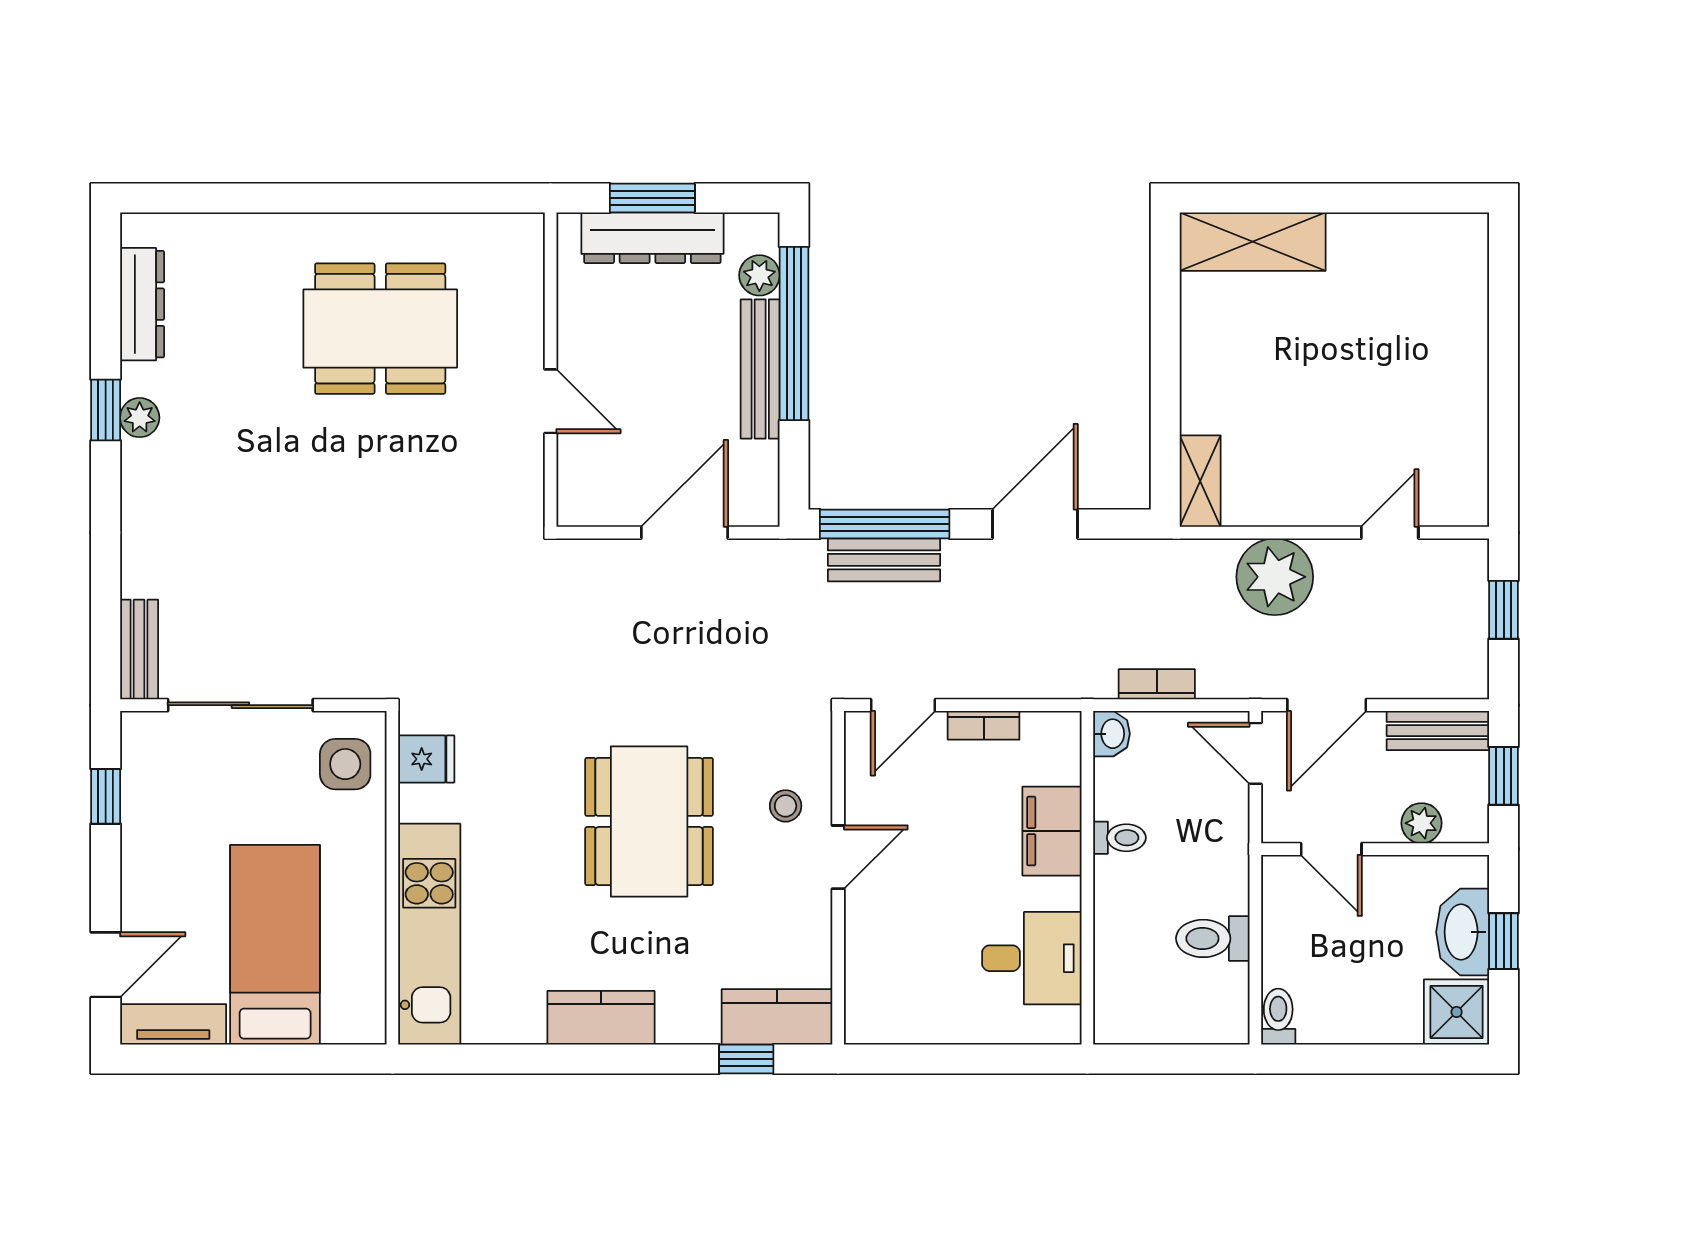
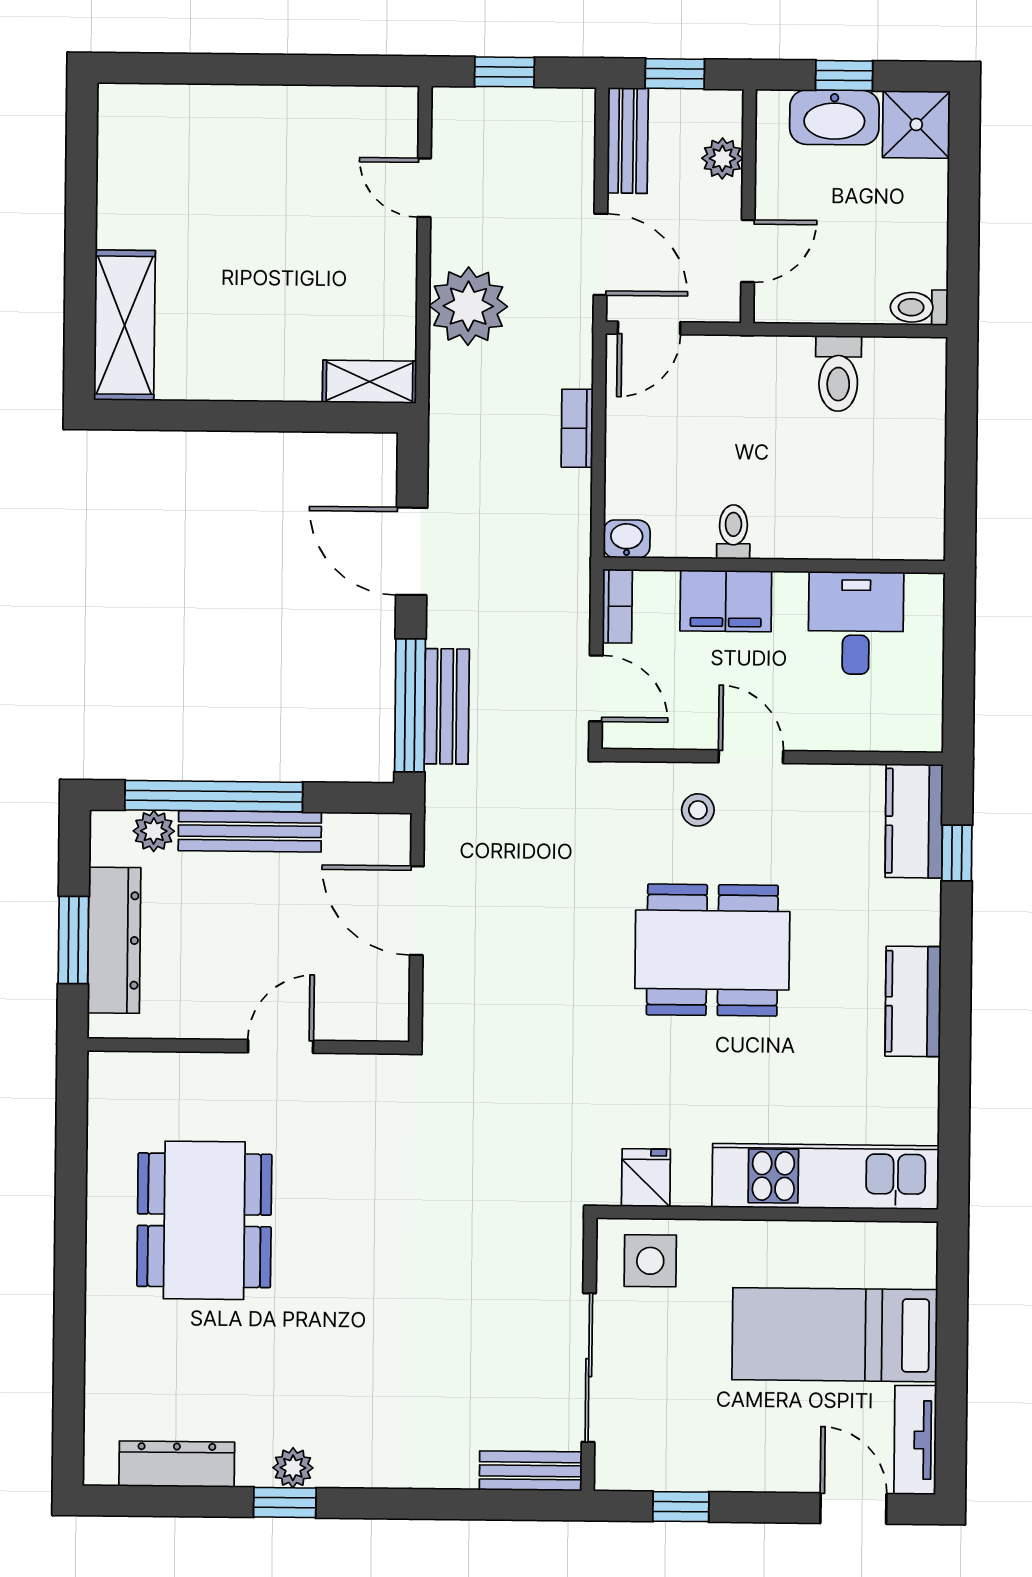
washbasin: (1112, 734) -> (627, 539), moved
filing cabinet: (1052, 831) -> (726, 601), moved
toilet: (1120, 838) -> (733, 532), moved
wall: (1087, 878) -> (774, 565), moved
desk: (1032, 958) -> (856, 623), moved

